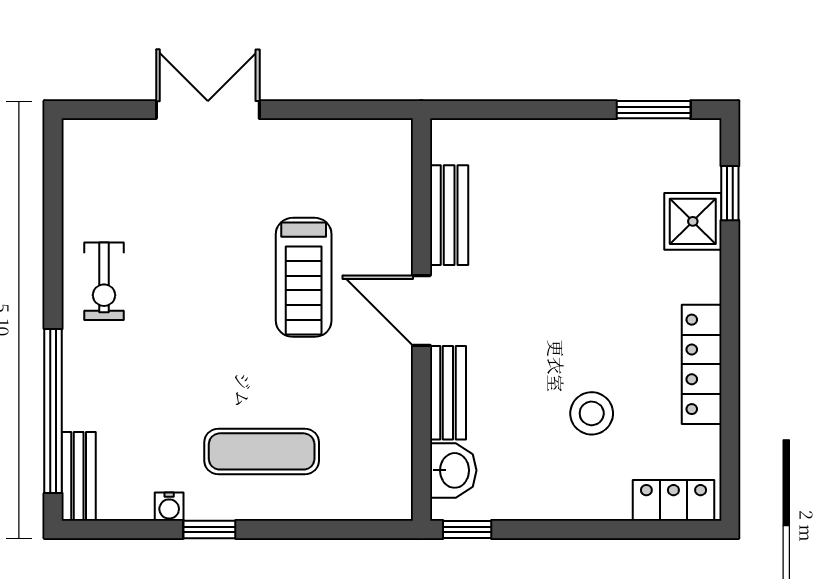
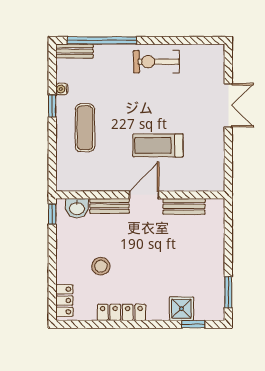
exercise bike: (104, 281) -> (156, 62), width x1.38, depth x1.39

